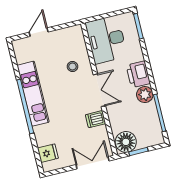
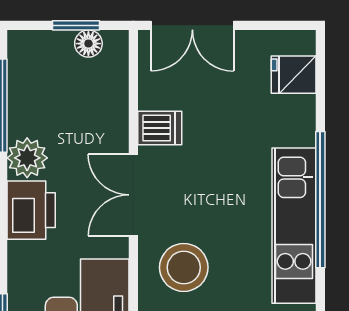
stool: (72, 66) -> (184, 267), width x1.89, depth x1.89
floor lamp: (126, 142) -> (88, 44), width x0.53, depth x0.53

